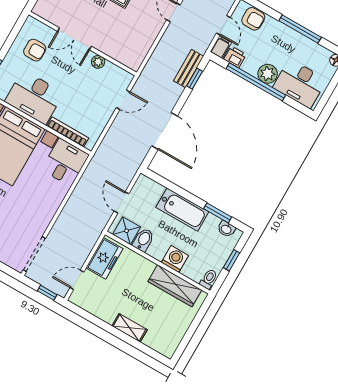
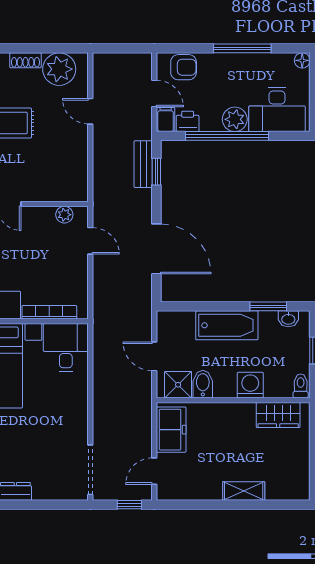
plant: (98, 62) -> (64, 215), moved
door: (123, 100) -> (90, 241), hinge flipped
wardrobe: (175, 286) -> (278, 415), width x0.67

